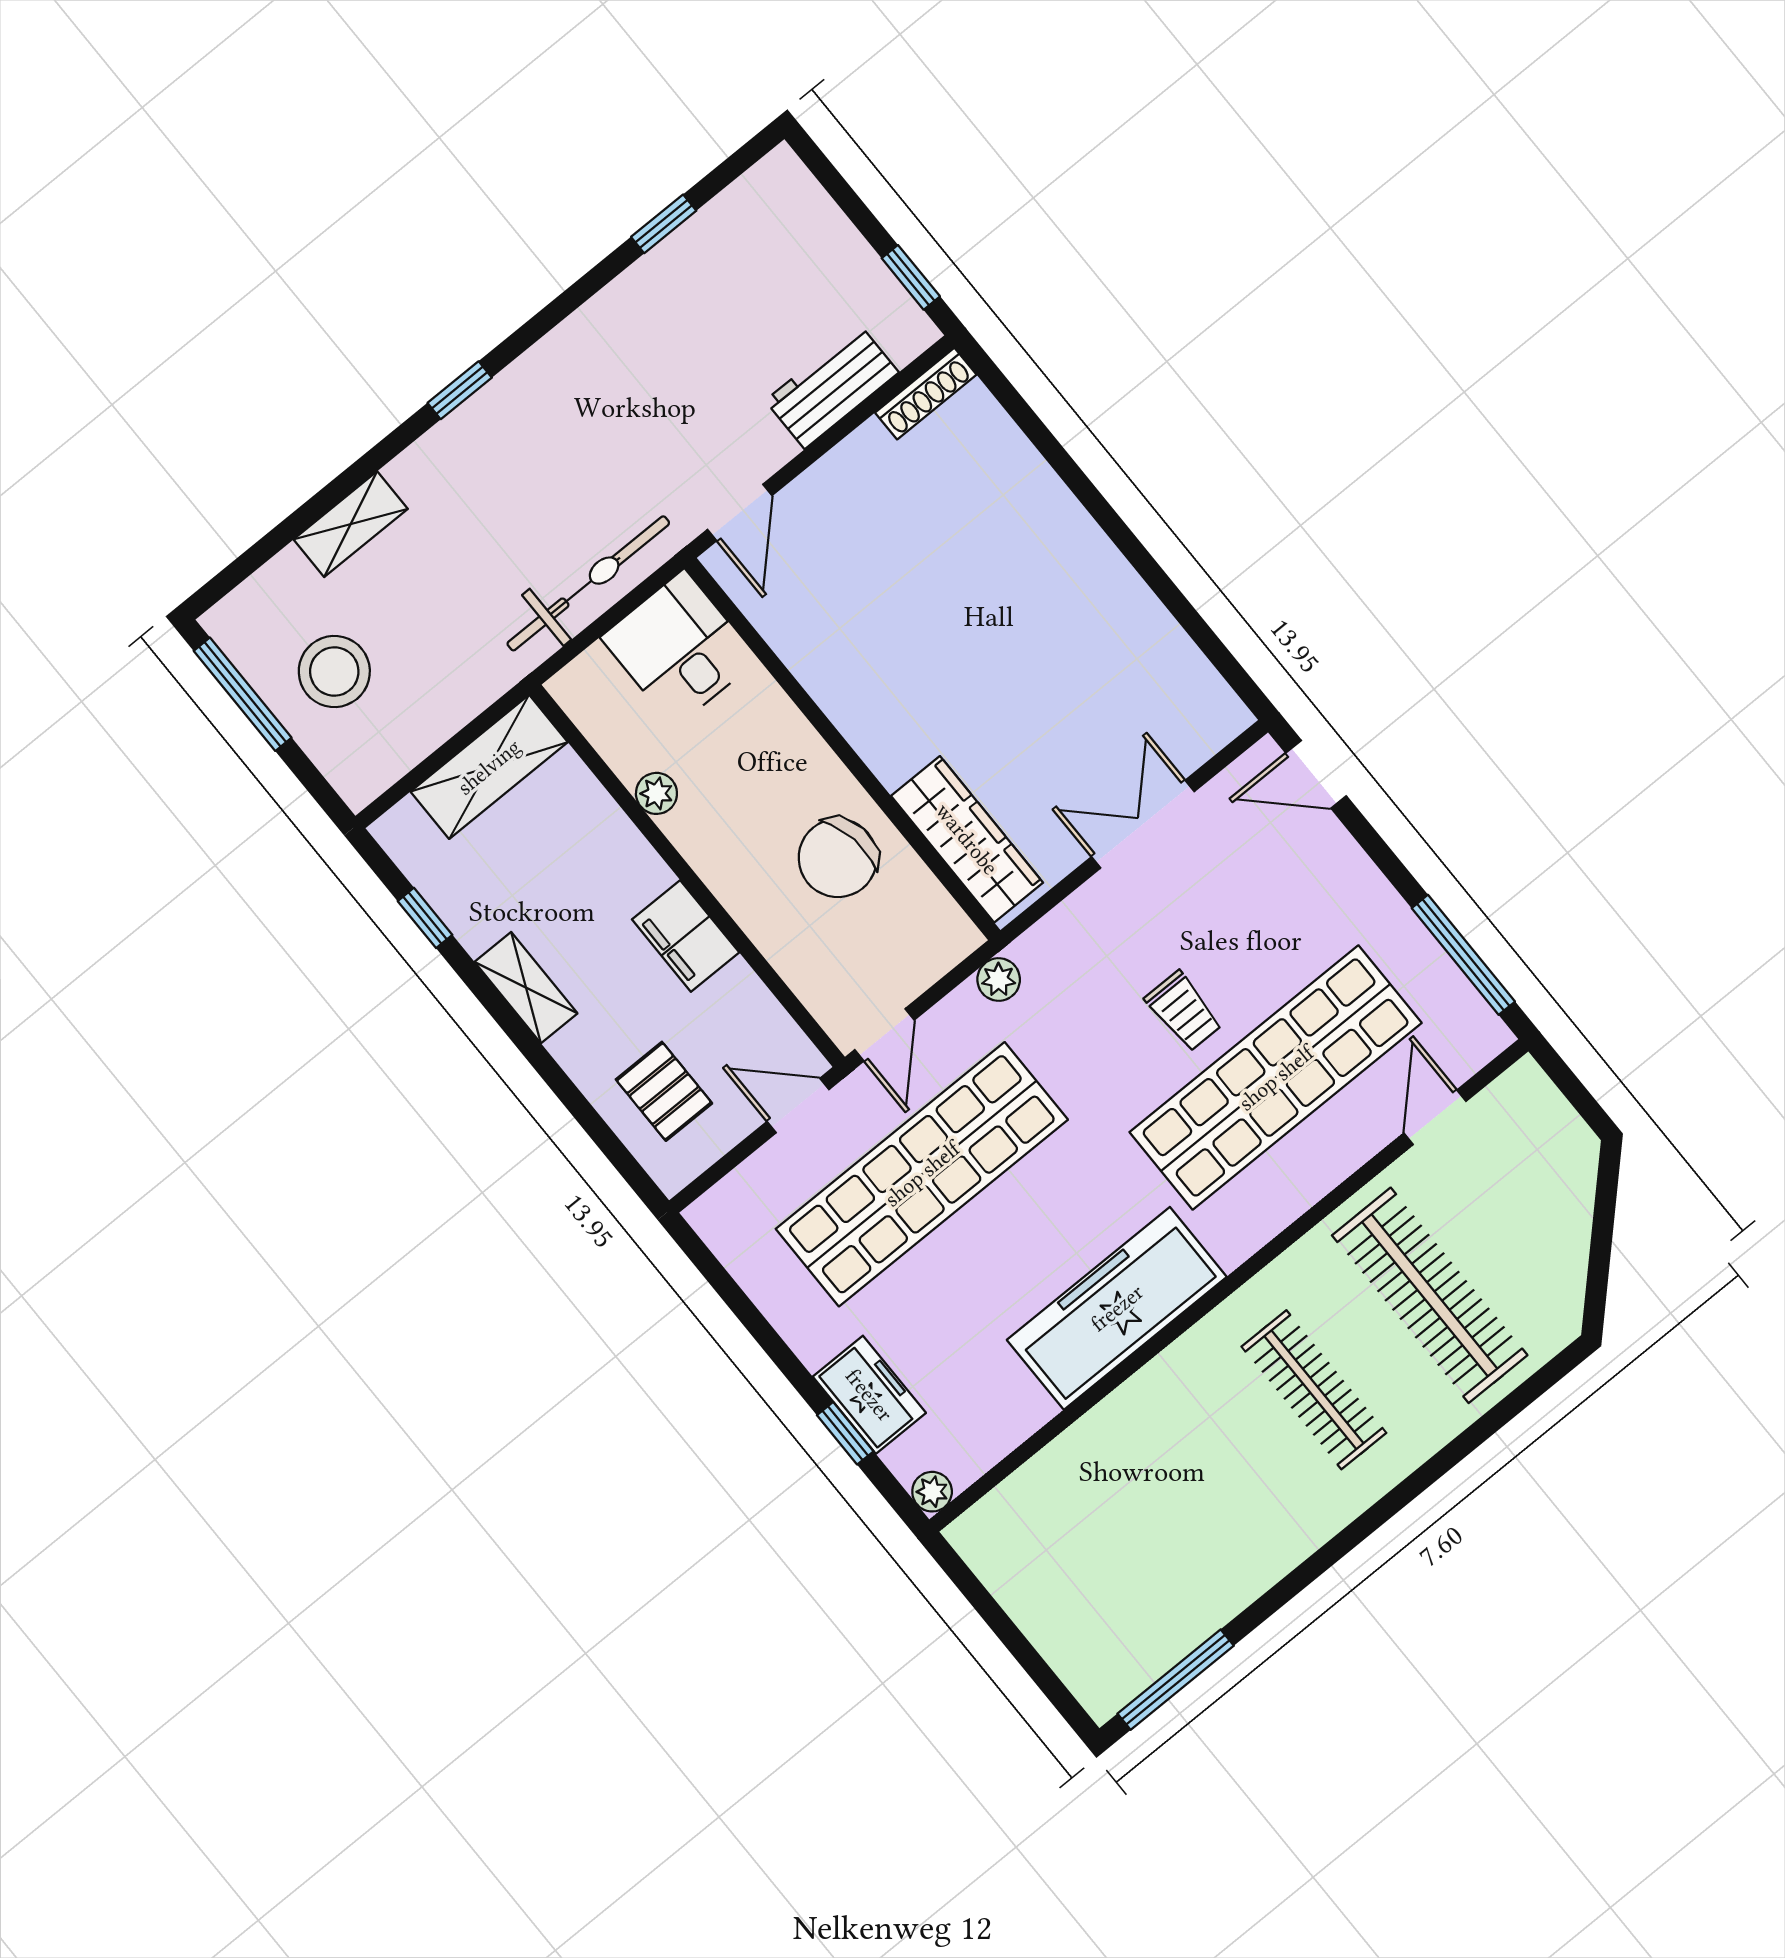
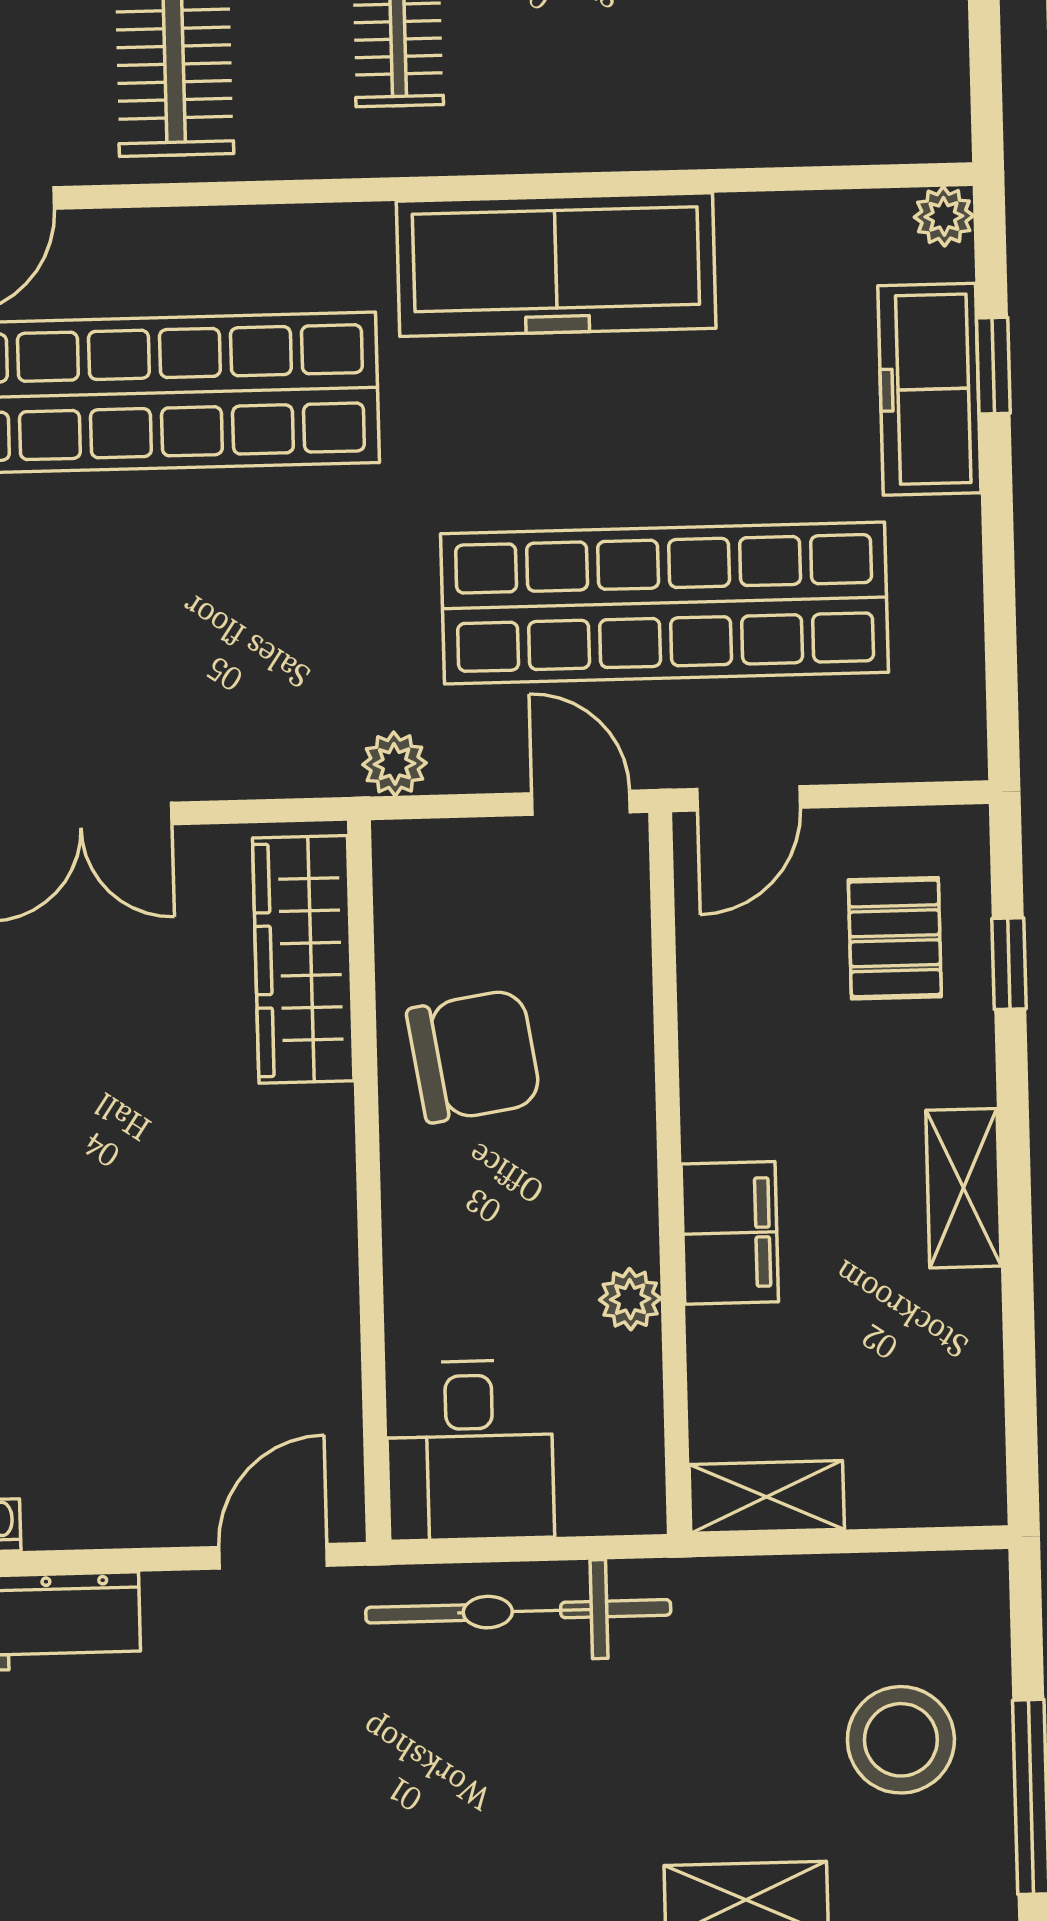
shelving: (489, 767) -> (767, 1497), width x0.67, depth x0.75
window: (425, 918) -> (1009, 964), moved
filing cabinet: (686, 936) -> (730, 1233), moved
trolley: (1184, 1011) -> (204, 556), removed
door: (885, 1035) -> (581, 803), hinge flipped
door: (798, 1105) -> (749, 798), hinge flipped
freezer: (869, 1395) -> (929, 389), width x1.40

